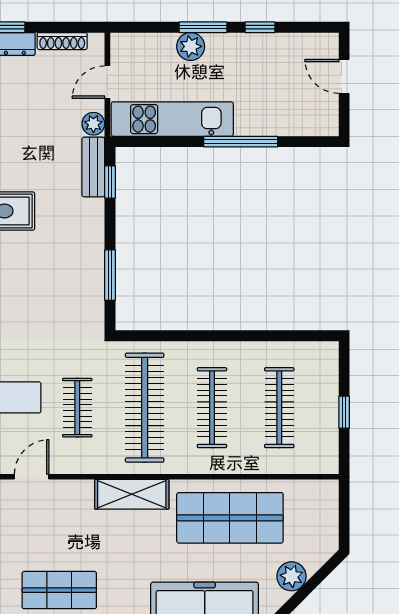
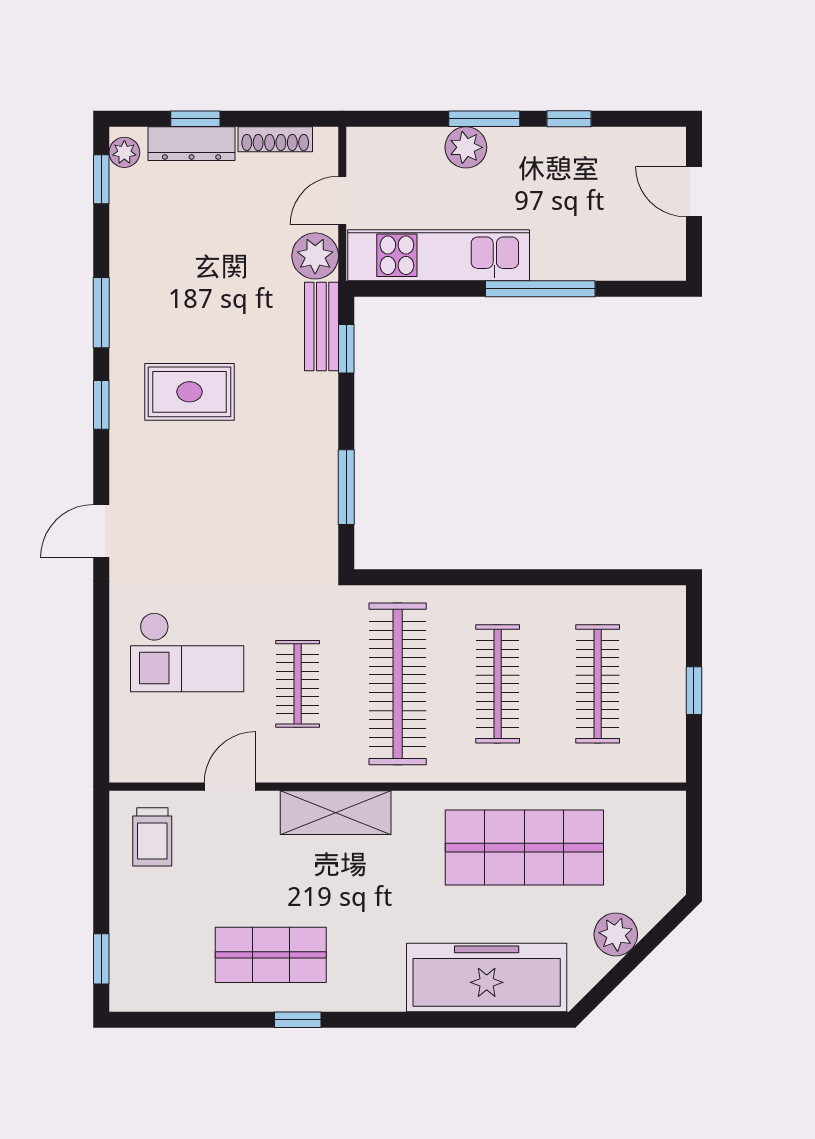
plant: (93, 124) -> (315, 256), width x1.38, depth x1.38
shelving: (132, 494) -> (336, 813), moved

